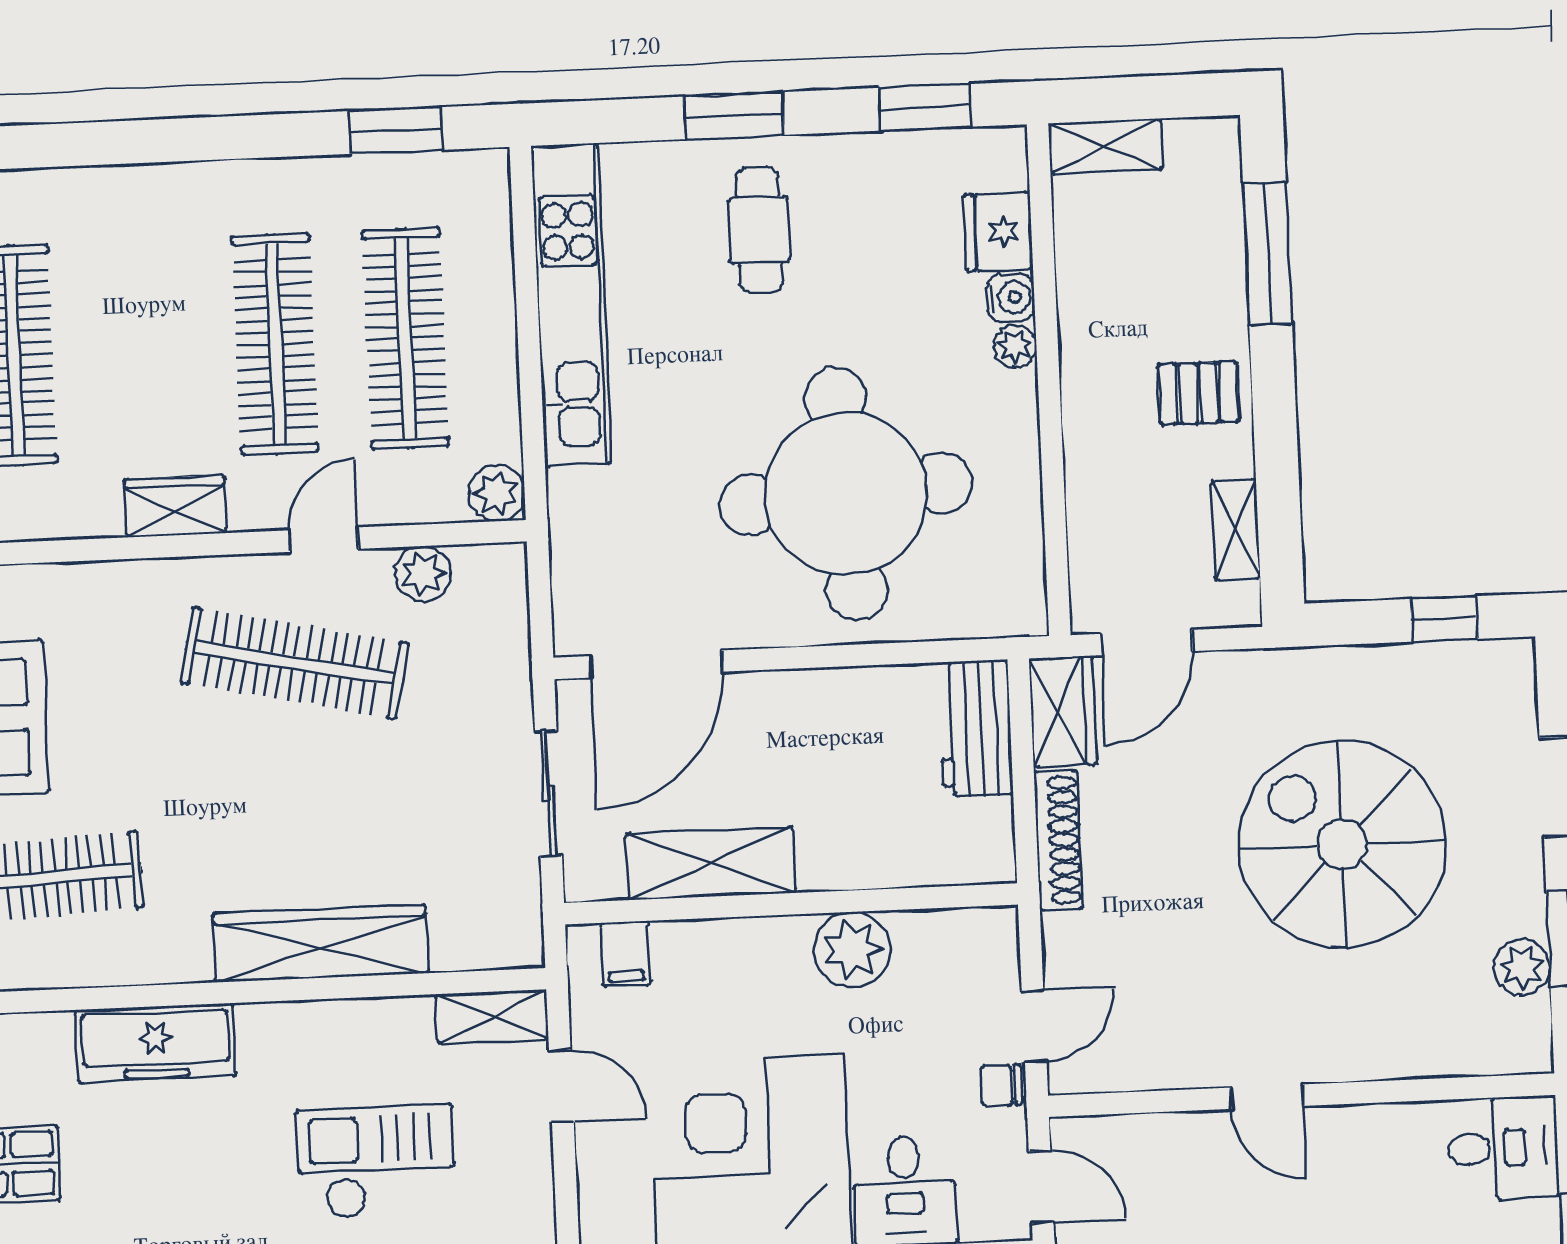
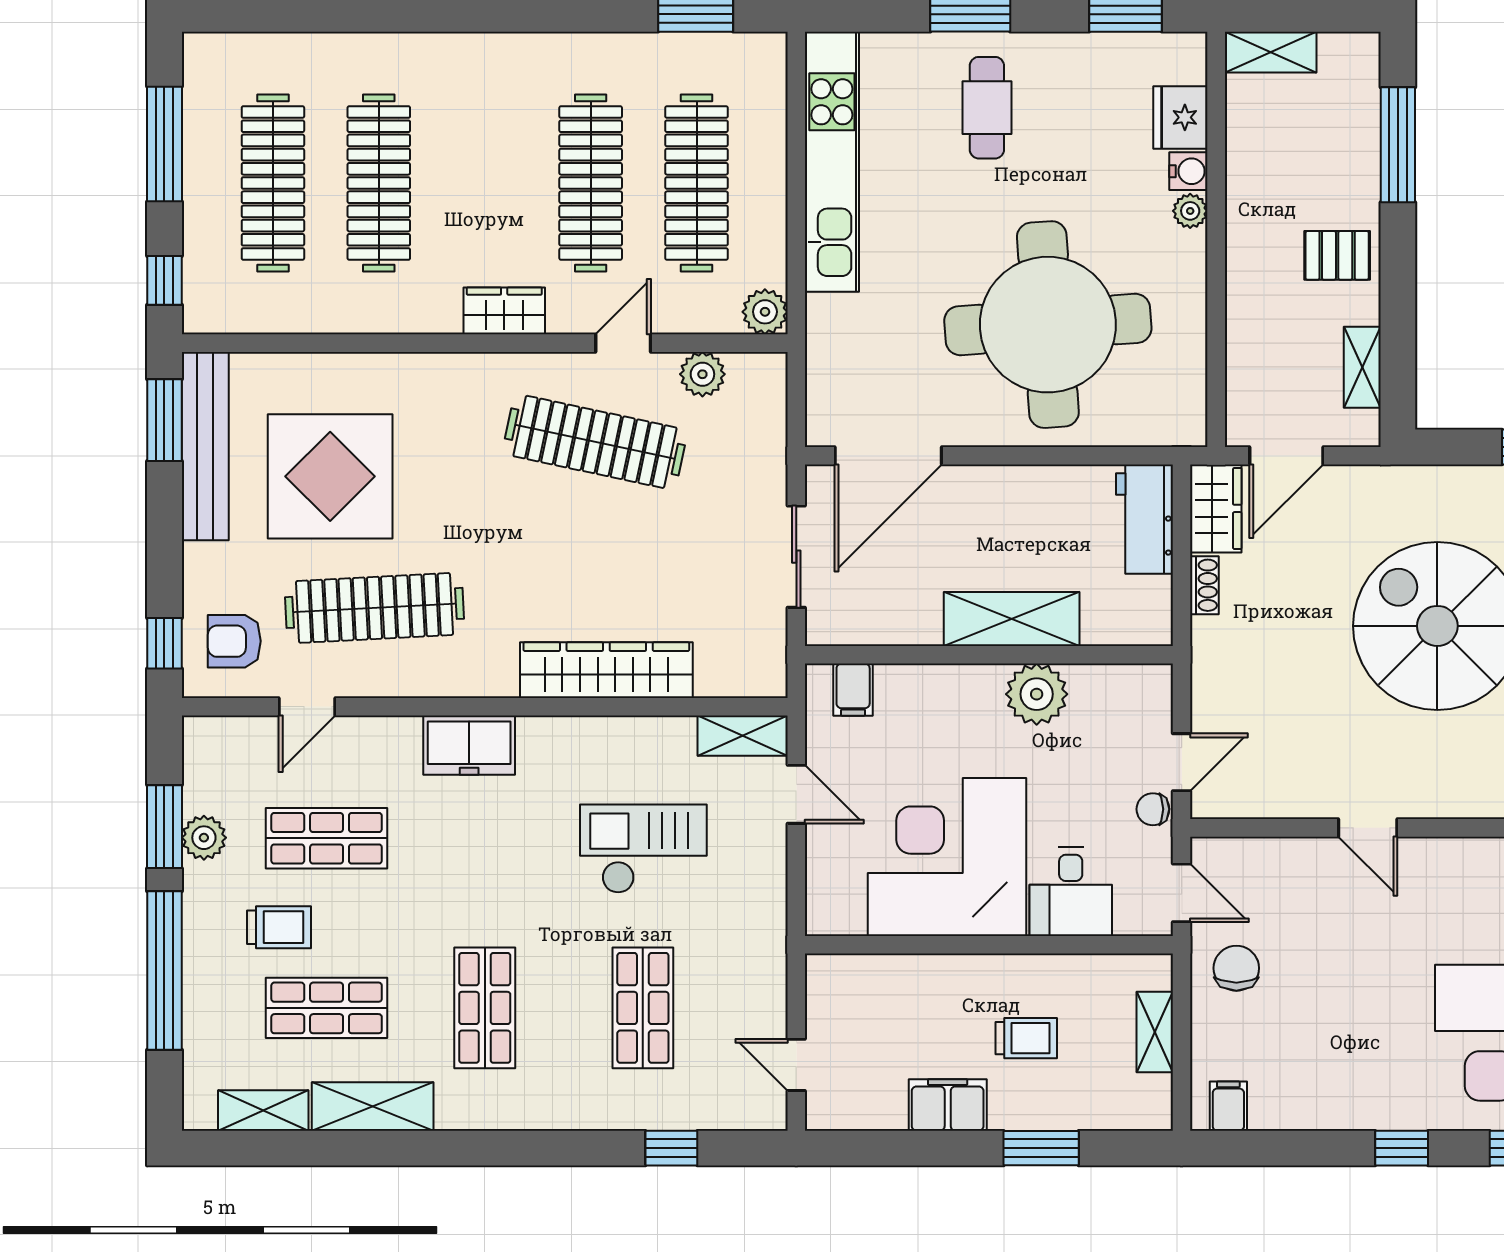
shoe rack: (1058, 840) -> (1204, 585), width x0.51, depth x0.81
shelving: (711, 863) -> (1012, 619), moved
freezer: (156, 1043) -> (469, 745), width x0.71

